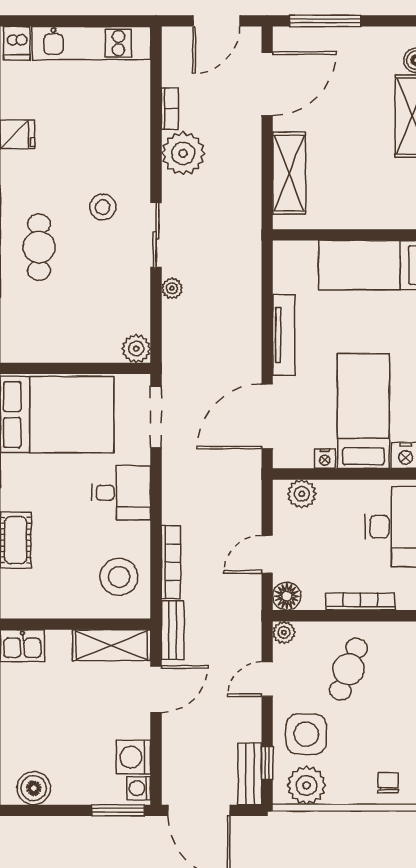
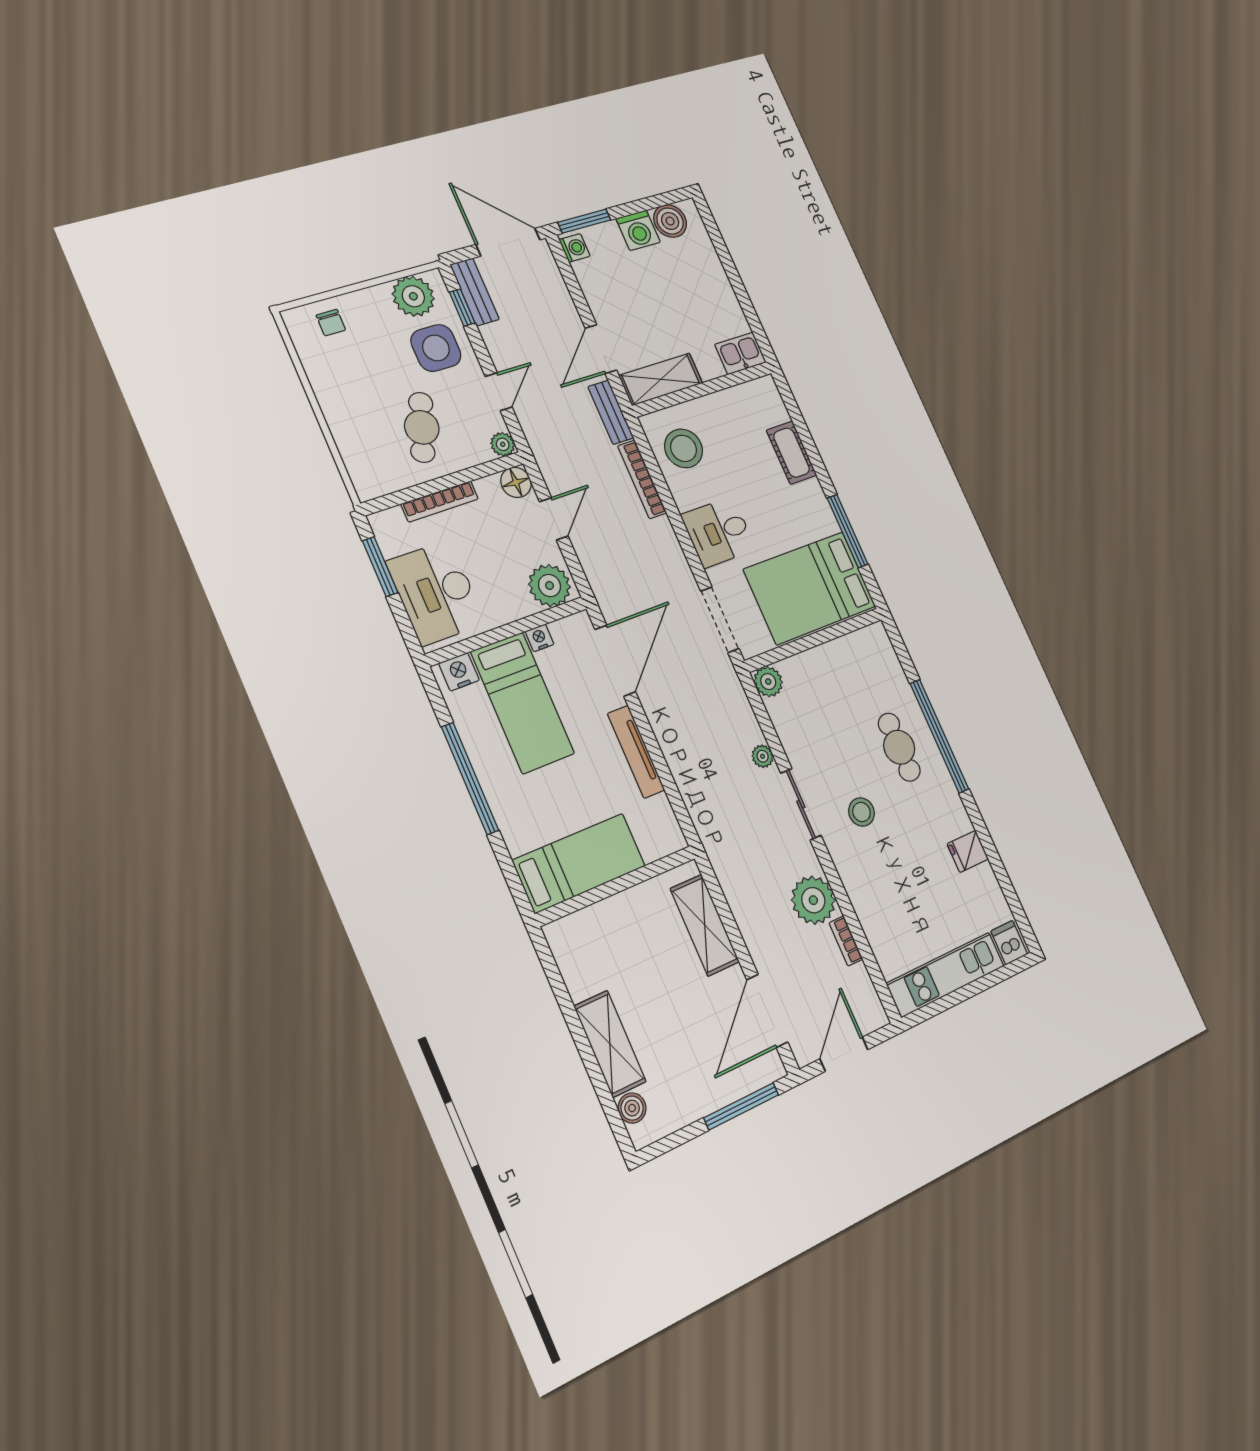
plant: (302, 494) -> (550, 586), width x1.36, depth x1.36
washing machine: (133, 757) -> (638, 230), moved, turned 90

